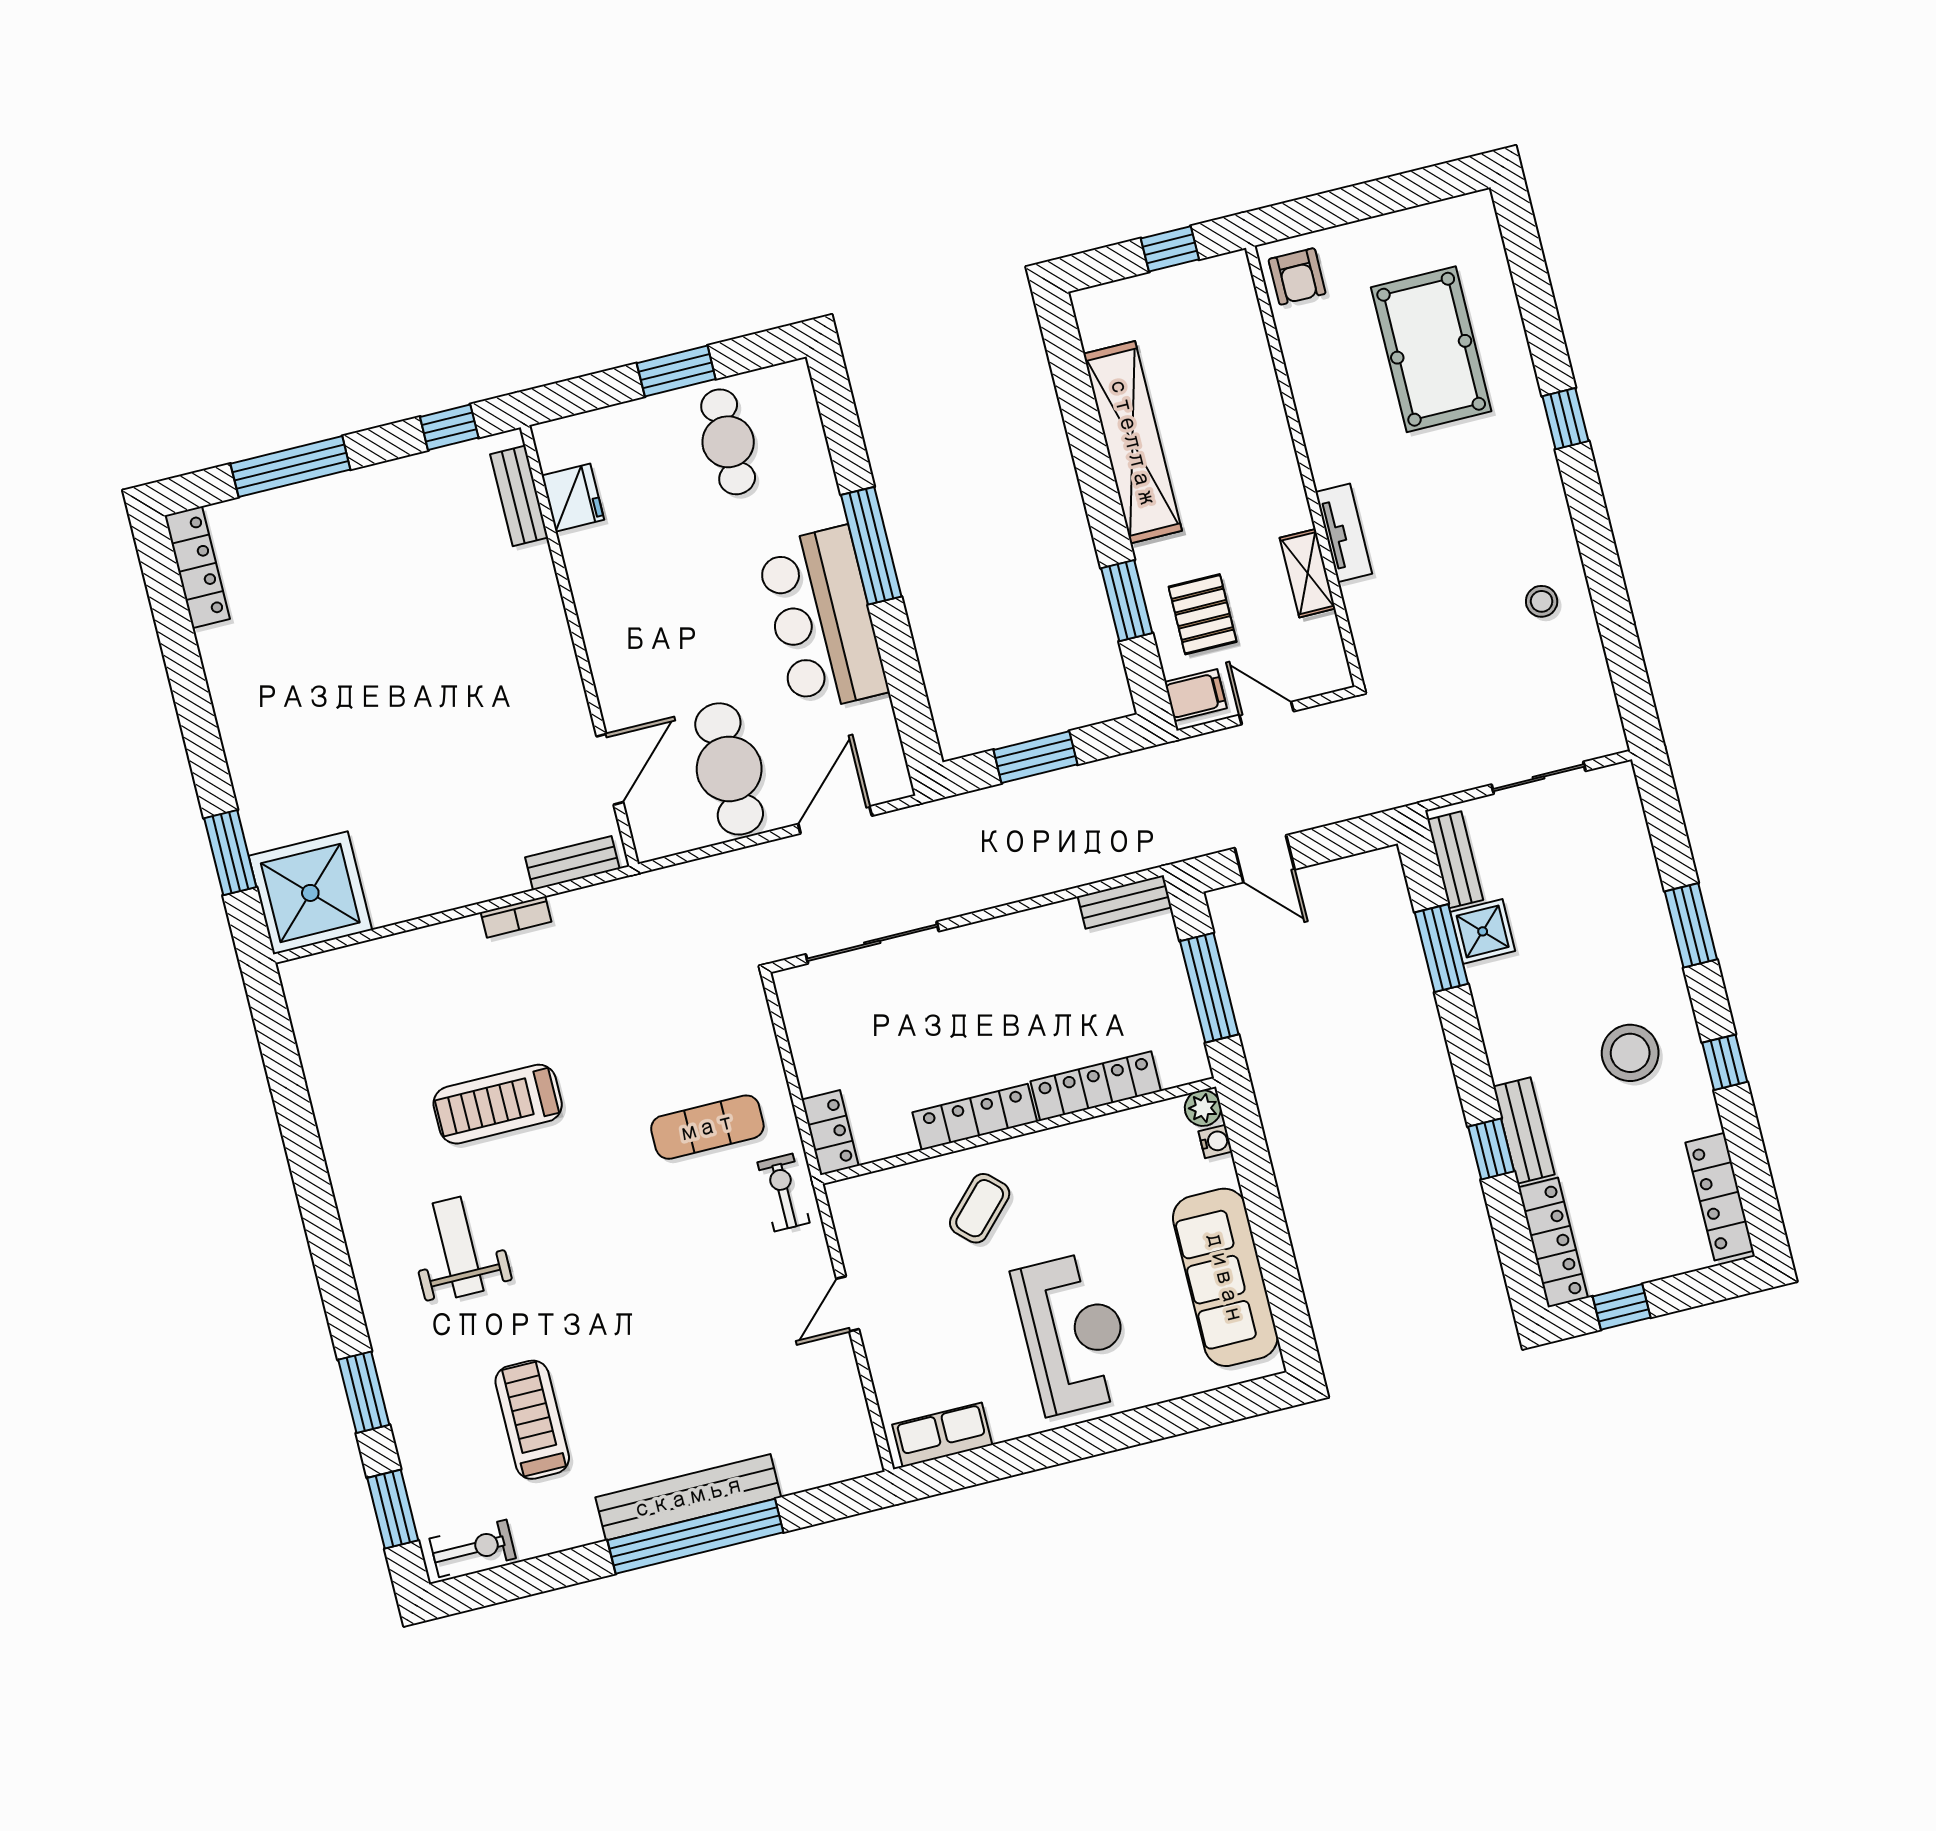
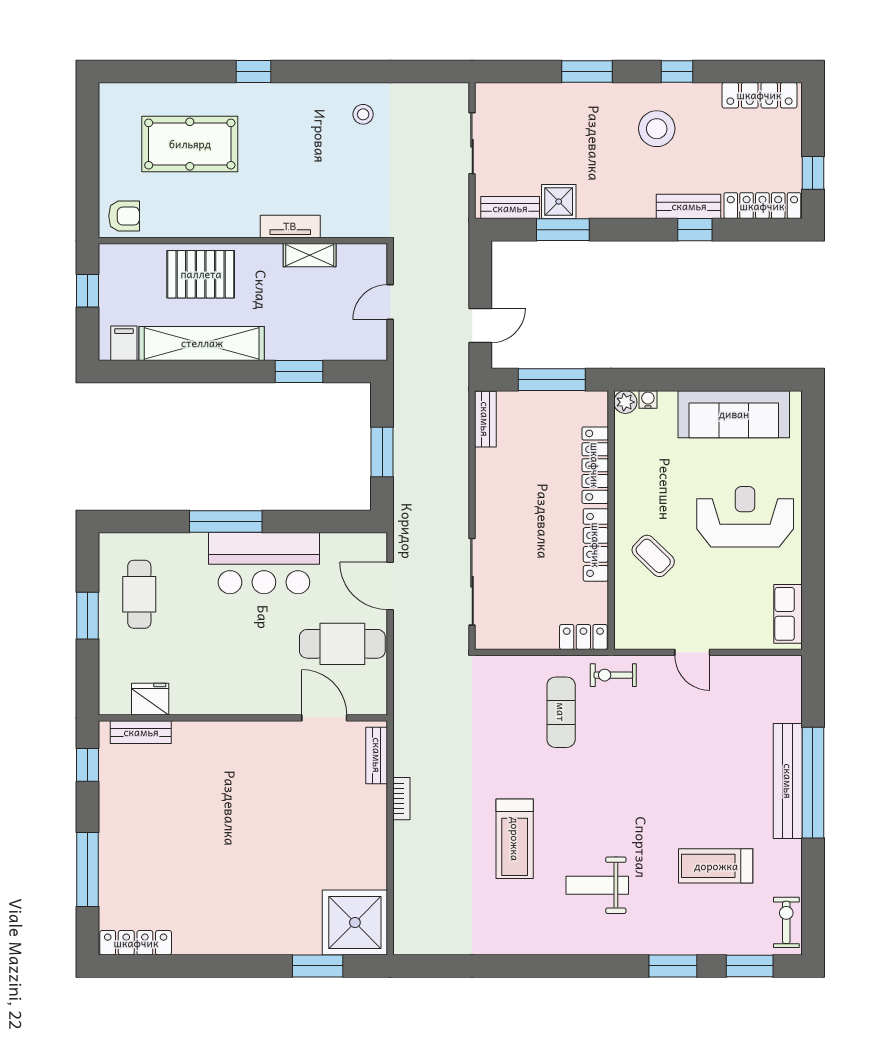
cafe table: (728, 442) -> (139, 594), turned 90
pallet: (1203, 614) -> (201, 274), moved, width x1.50, depth x1.42
filing cabinet: (1196, 695) -> (124, 343), moved

